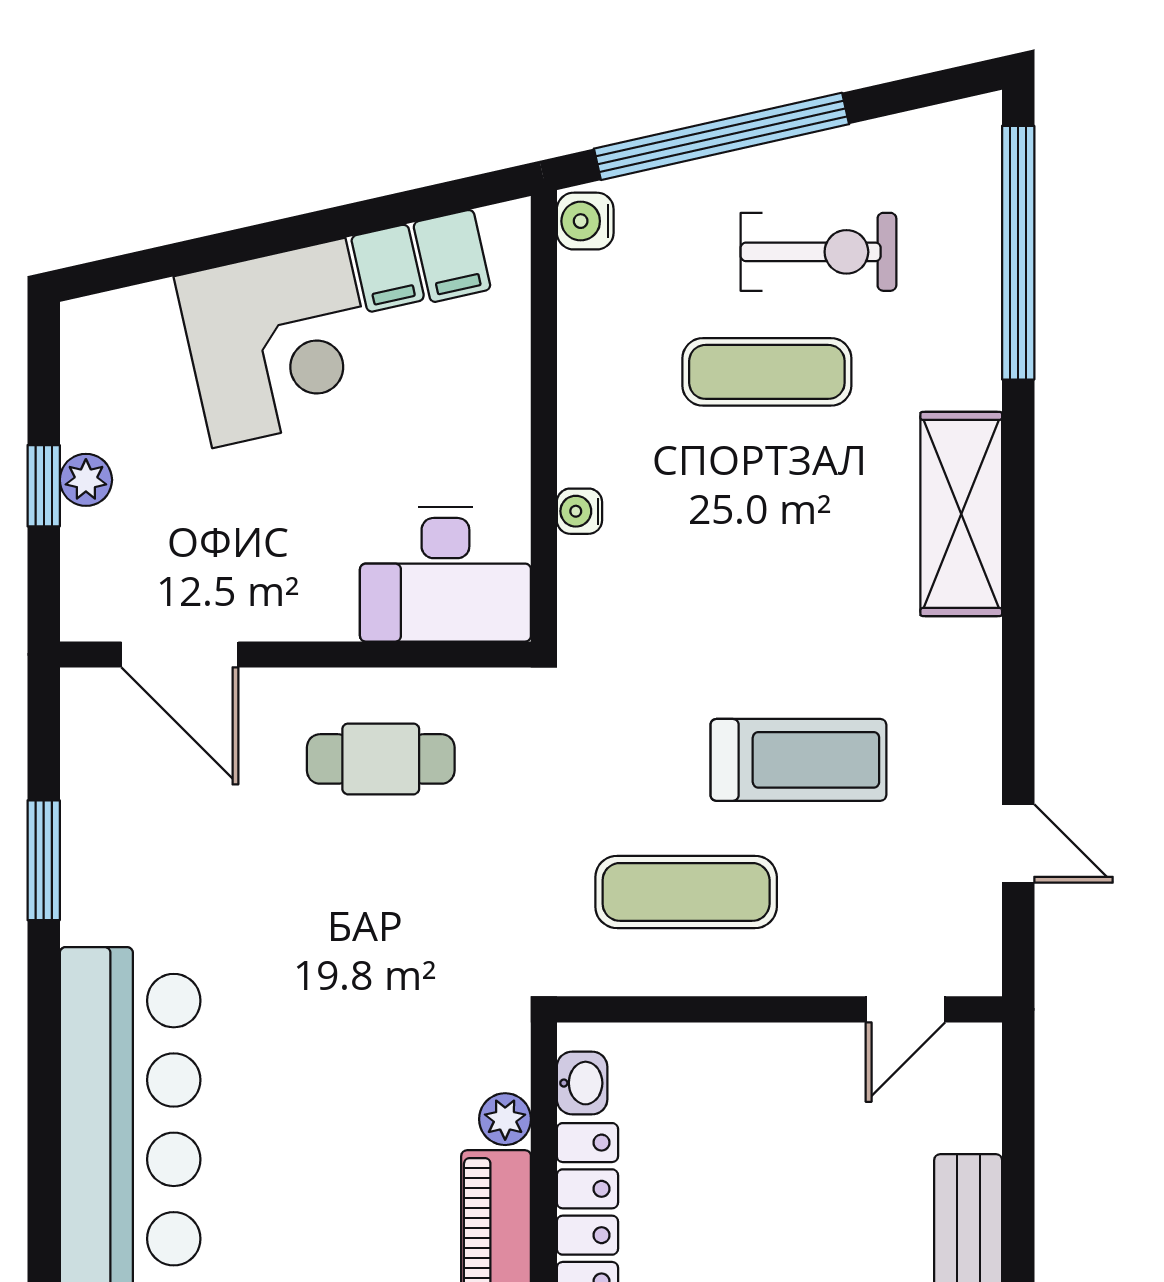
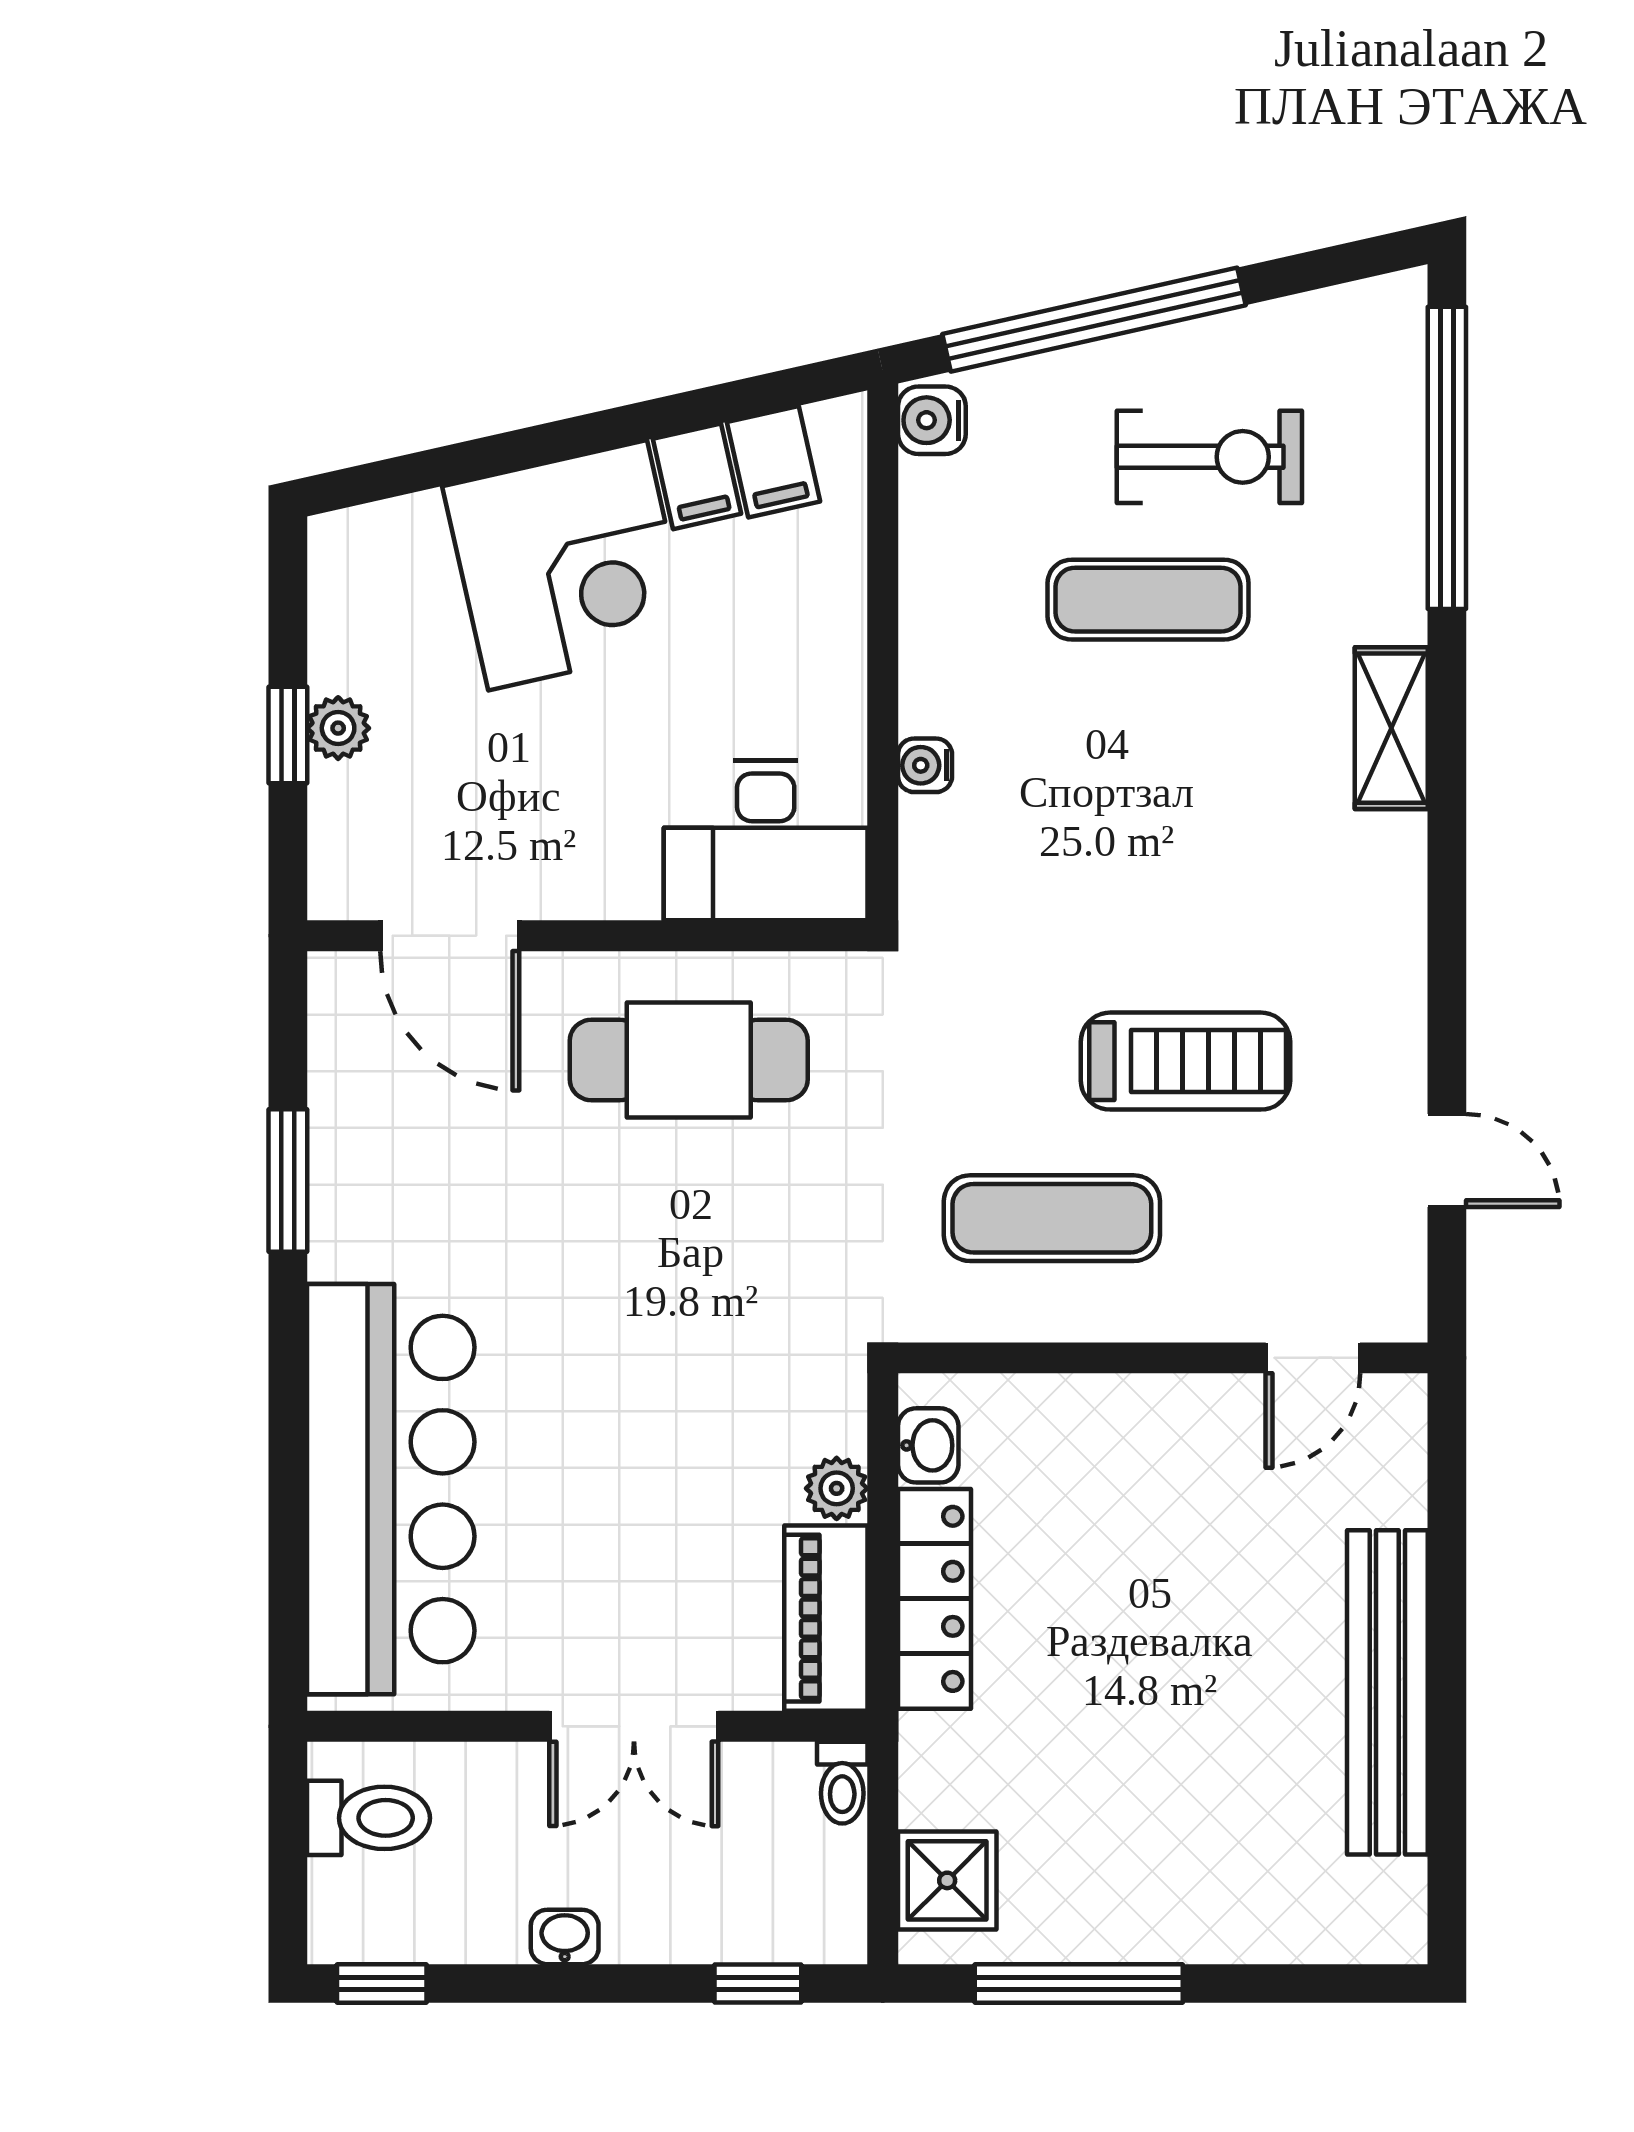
shelving: (961, 514) -> (1391, 728), width x0.67, depth x0.75
cafe table: (381, 759) -> (689, 1060), width x1.37, depth x1.35

